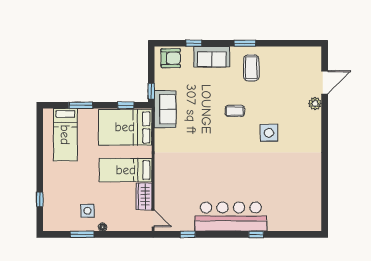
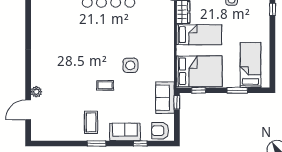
sofa: (165, 109) -> (165, 98), moved
side table: (269, 133) -> (130, 65), moved

